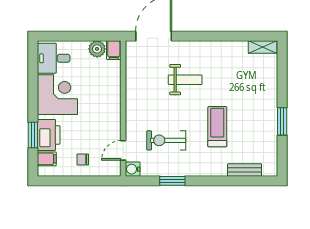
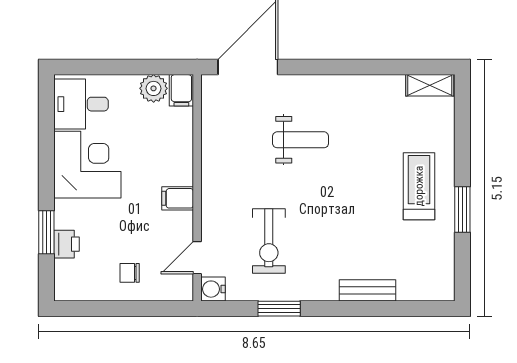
treadmill: (217, 127) -> (419, 186), moved
printer: (49, 135) -> (66, 244), width x0.53, depth x0.68
exercise bike: (166, 140) -> (269, 241), turned -90
filing cabinet: (47, 159) -> (178, 198), moved, turned 180
bench: (245, 170) -> (367, 290), moved

